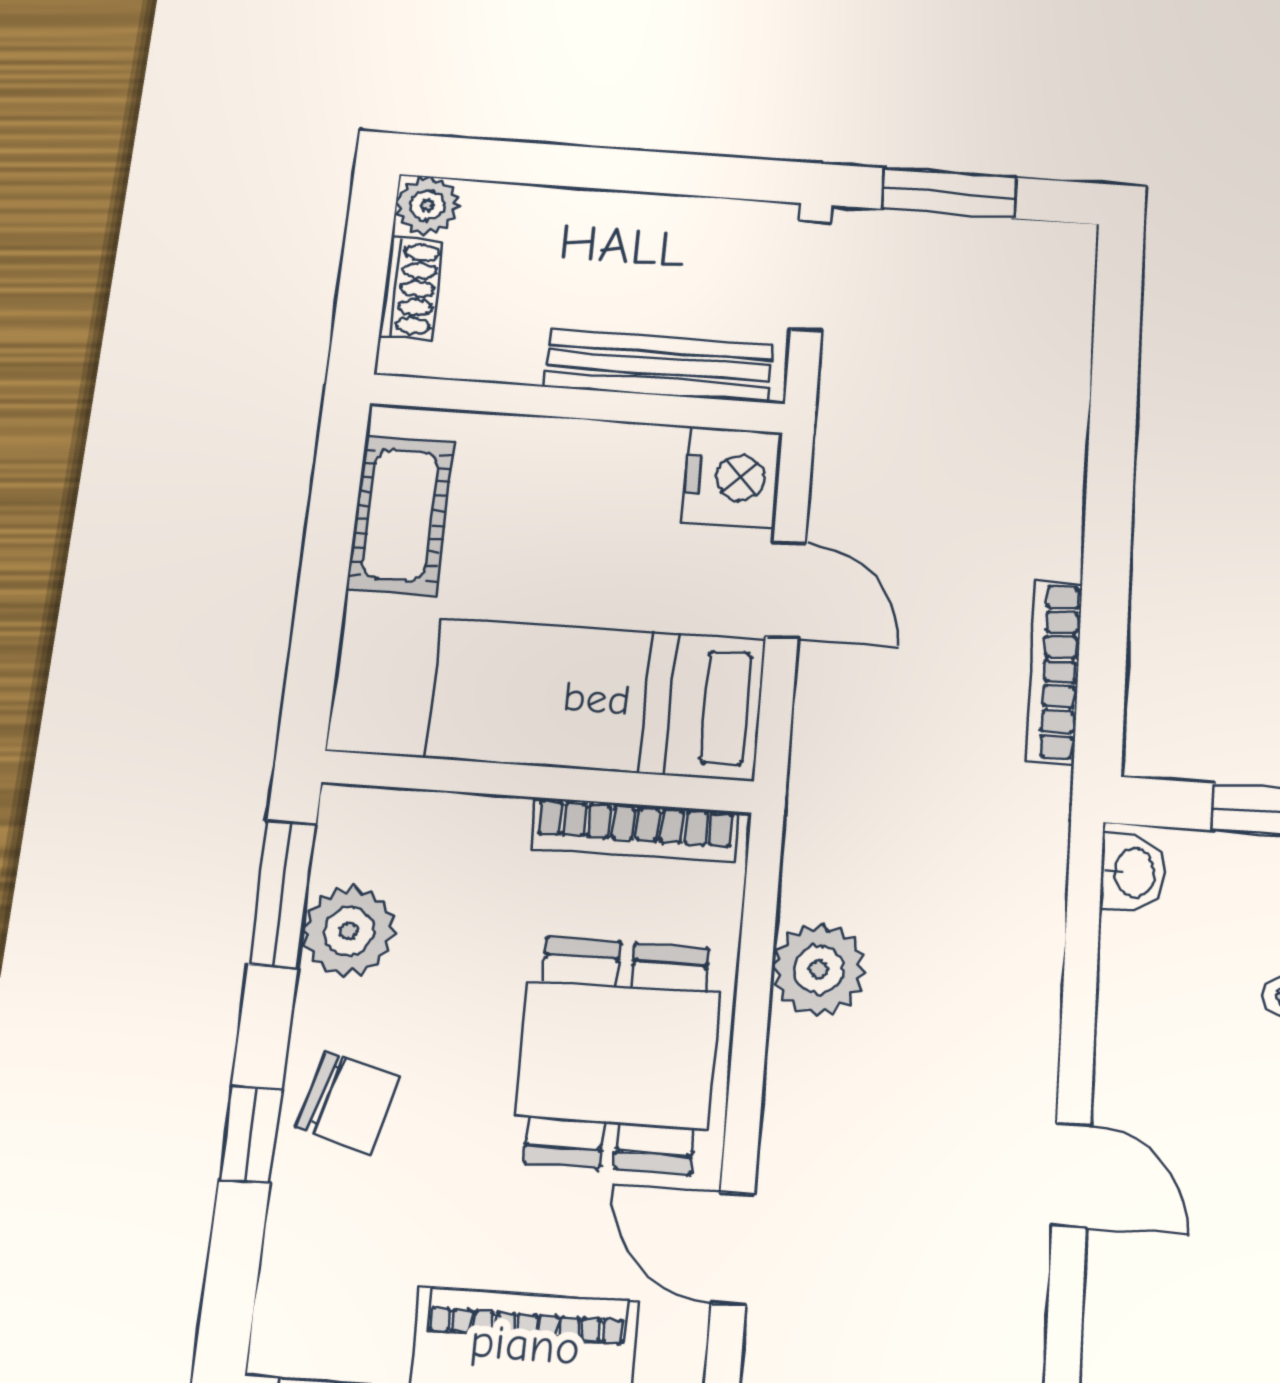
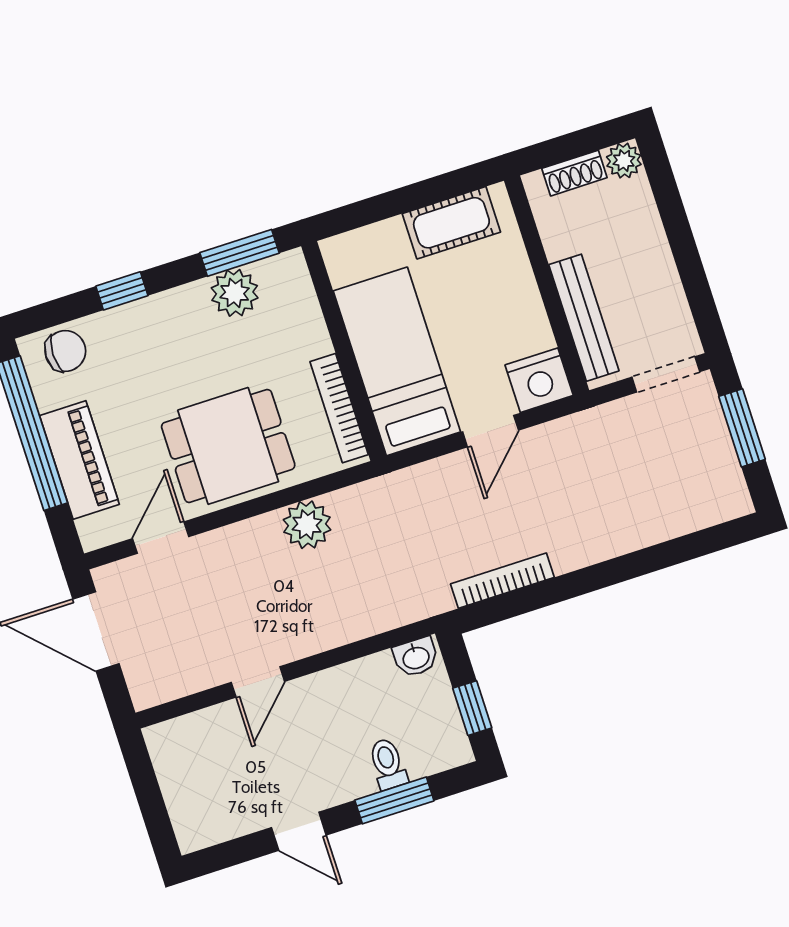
chair: (348, 1103) -> (65, 351), moved, turned -105

